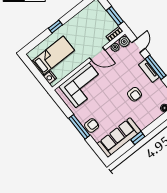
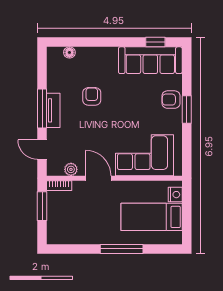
window: (55, 27) -> (122, 249), width x2.17
plant: (124, 42) -> (55, 168), removed
door: (138, 46) -> (42, 150), hinge flipped
window: (79, 127) -> (187, 110), width x0.69
window: (138, 138) -> (155, 42), moved

